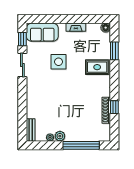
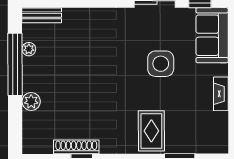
floor lamp: (106, 28) -> (220, 146), removed
plant: (60, 136) -> (31, 102), moved
window: (81, 145) -> (15, 64), moved

